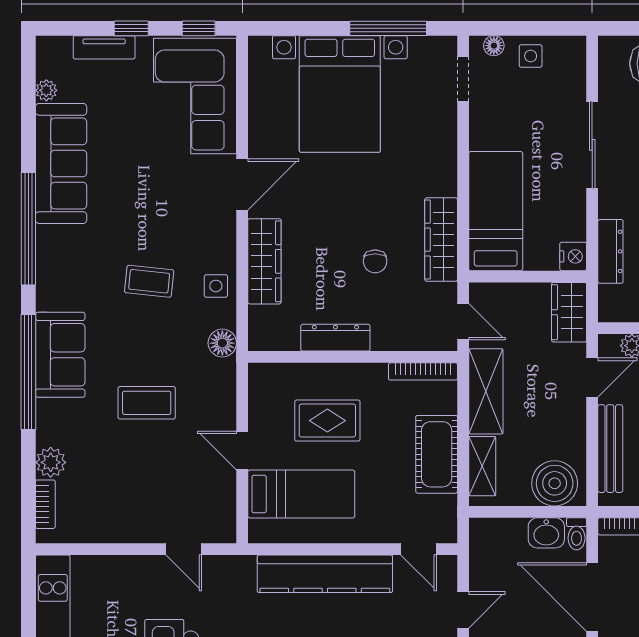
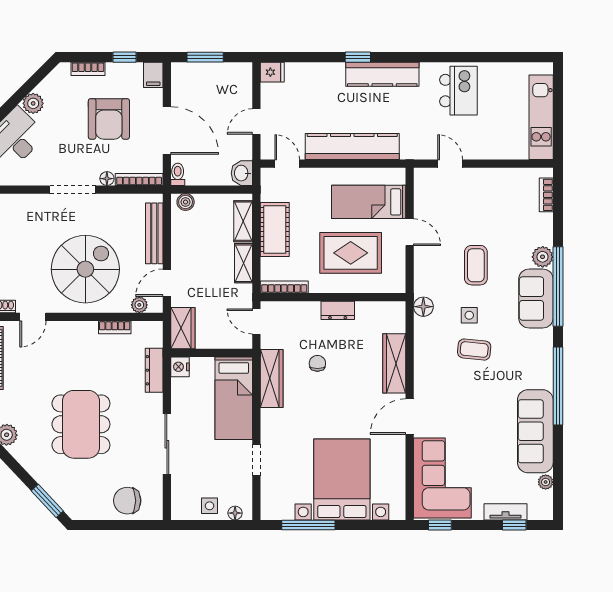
window: (131, 28) -> (514, 525), moved
doorway: (463, 79) -> (256, 460), moved
side table: (216, 286) -> (469, 315), moved
dresser: (335, 338) -> (338, 310), width x0.70
shelving: (486, 391) -> (244, 263), width x0.67, depth x0.75
coffee table: (147, 403) -> (476, 265), turned 90
rug: (327, 421) -> (351, 253), width x1.36, depth x1.43
plant: (51, 462) -> (543, 257), moved
boiler: (555, 483) -> (186, 202), width x0.54, depth x0.54
washbasin: (546, 533) -> (242, 173), moved, turned -90

